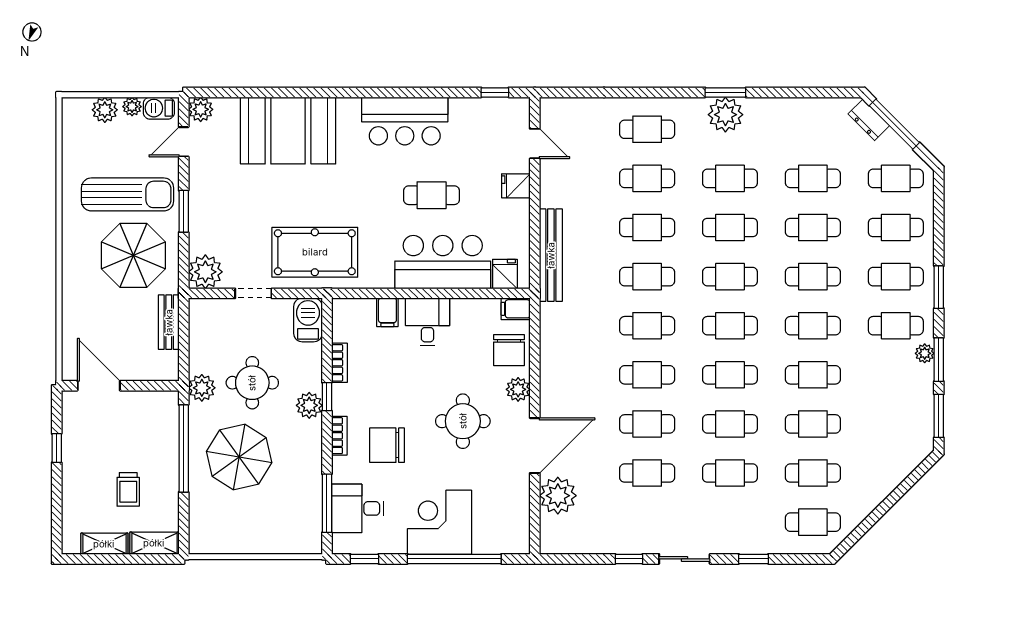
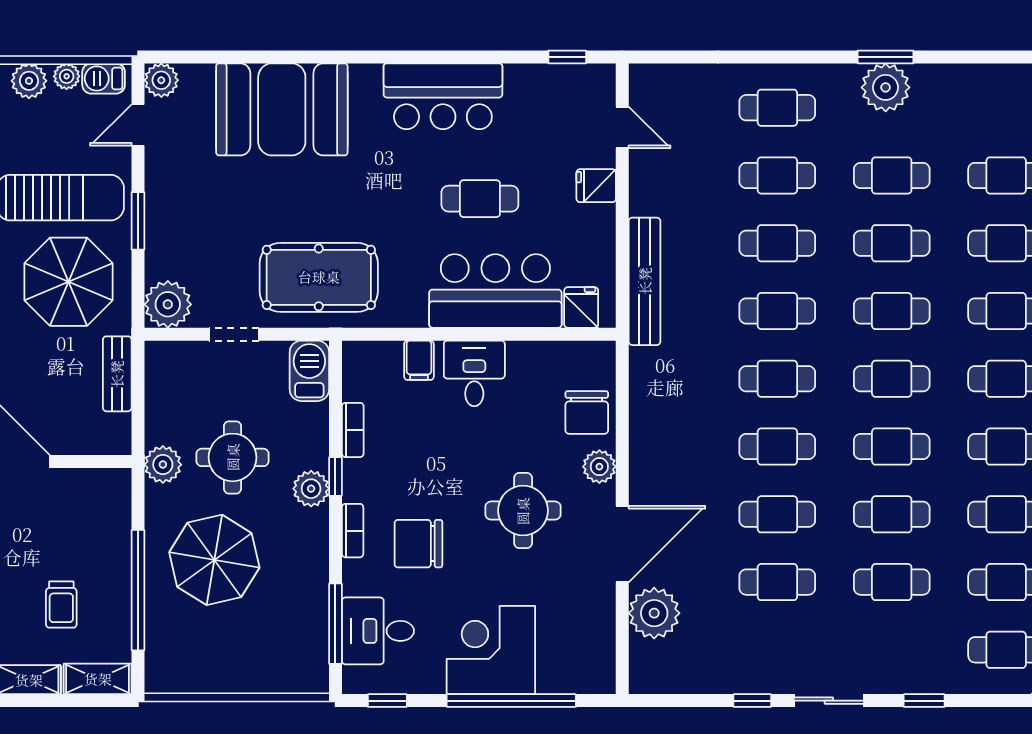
filing cabinet: (516, 309) -> (596, 355), removed
window: (184, 448) -> (138, 590), moved

